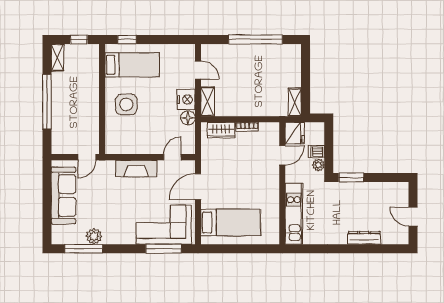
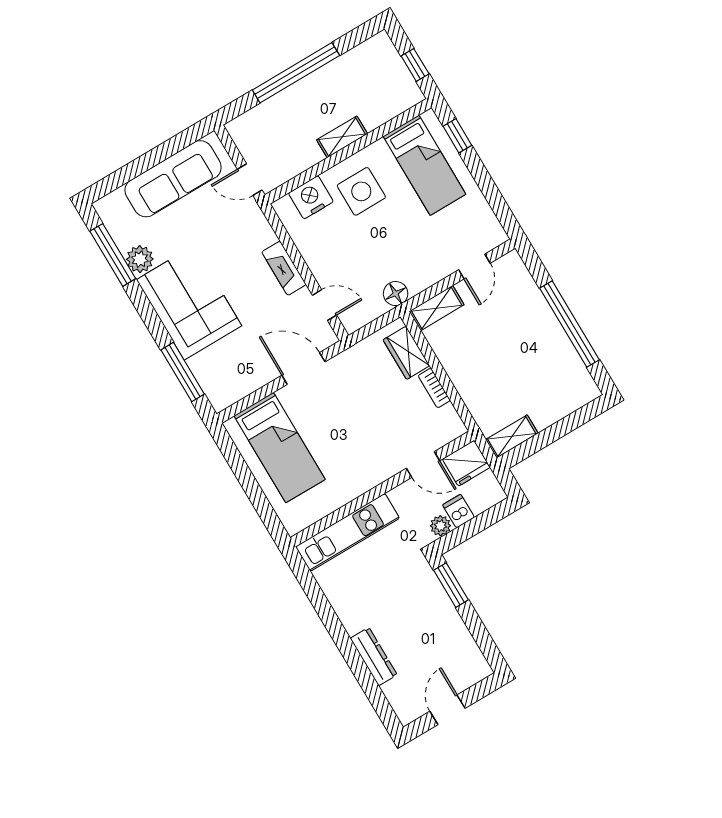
shelving: (57, 58) -> (342, 137), moved
nightstand: (186, 99) -> (311, 197), moved, turned 180
fireplace: (136, 168) -> (284, 268), width x0.73, depth x0.76
corner sofa: (164, 225) -> (189, 303), moved

